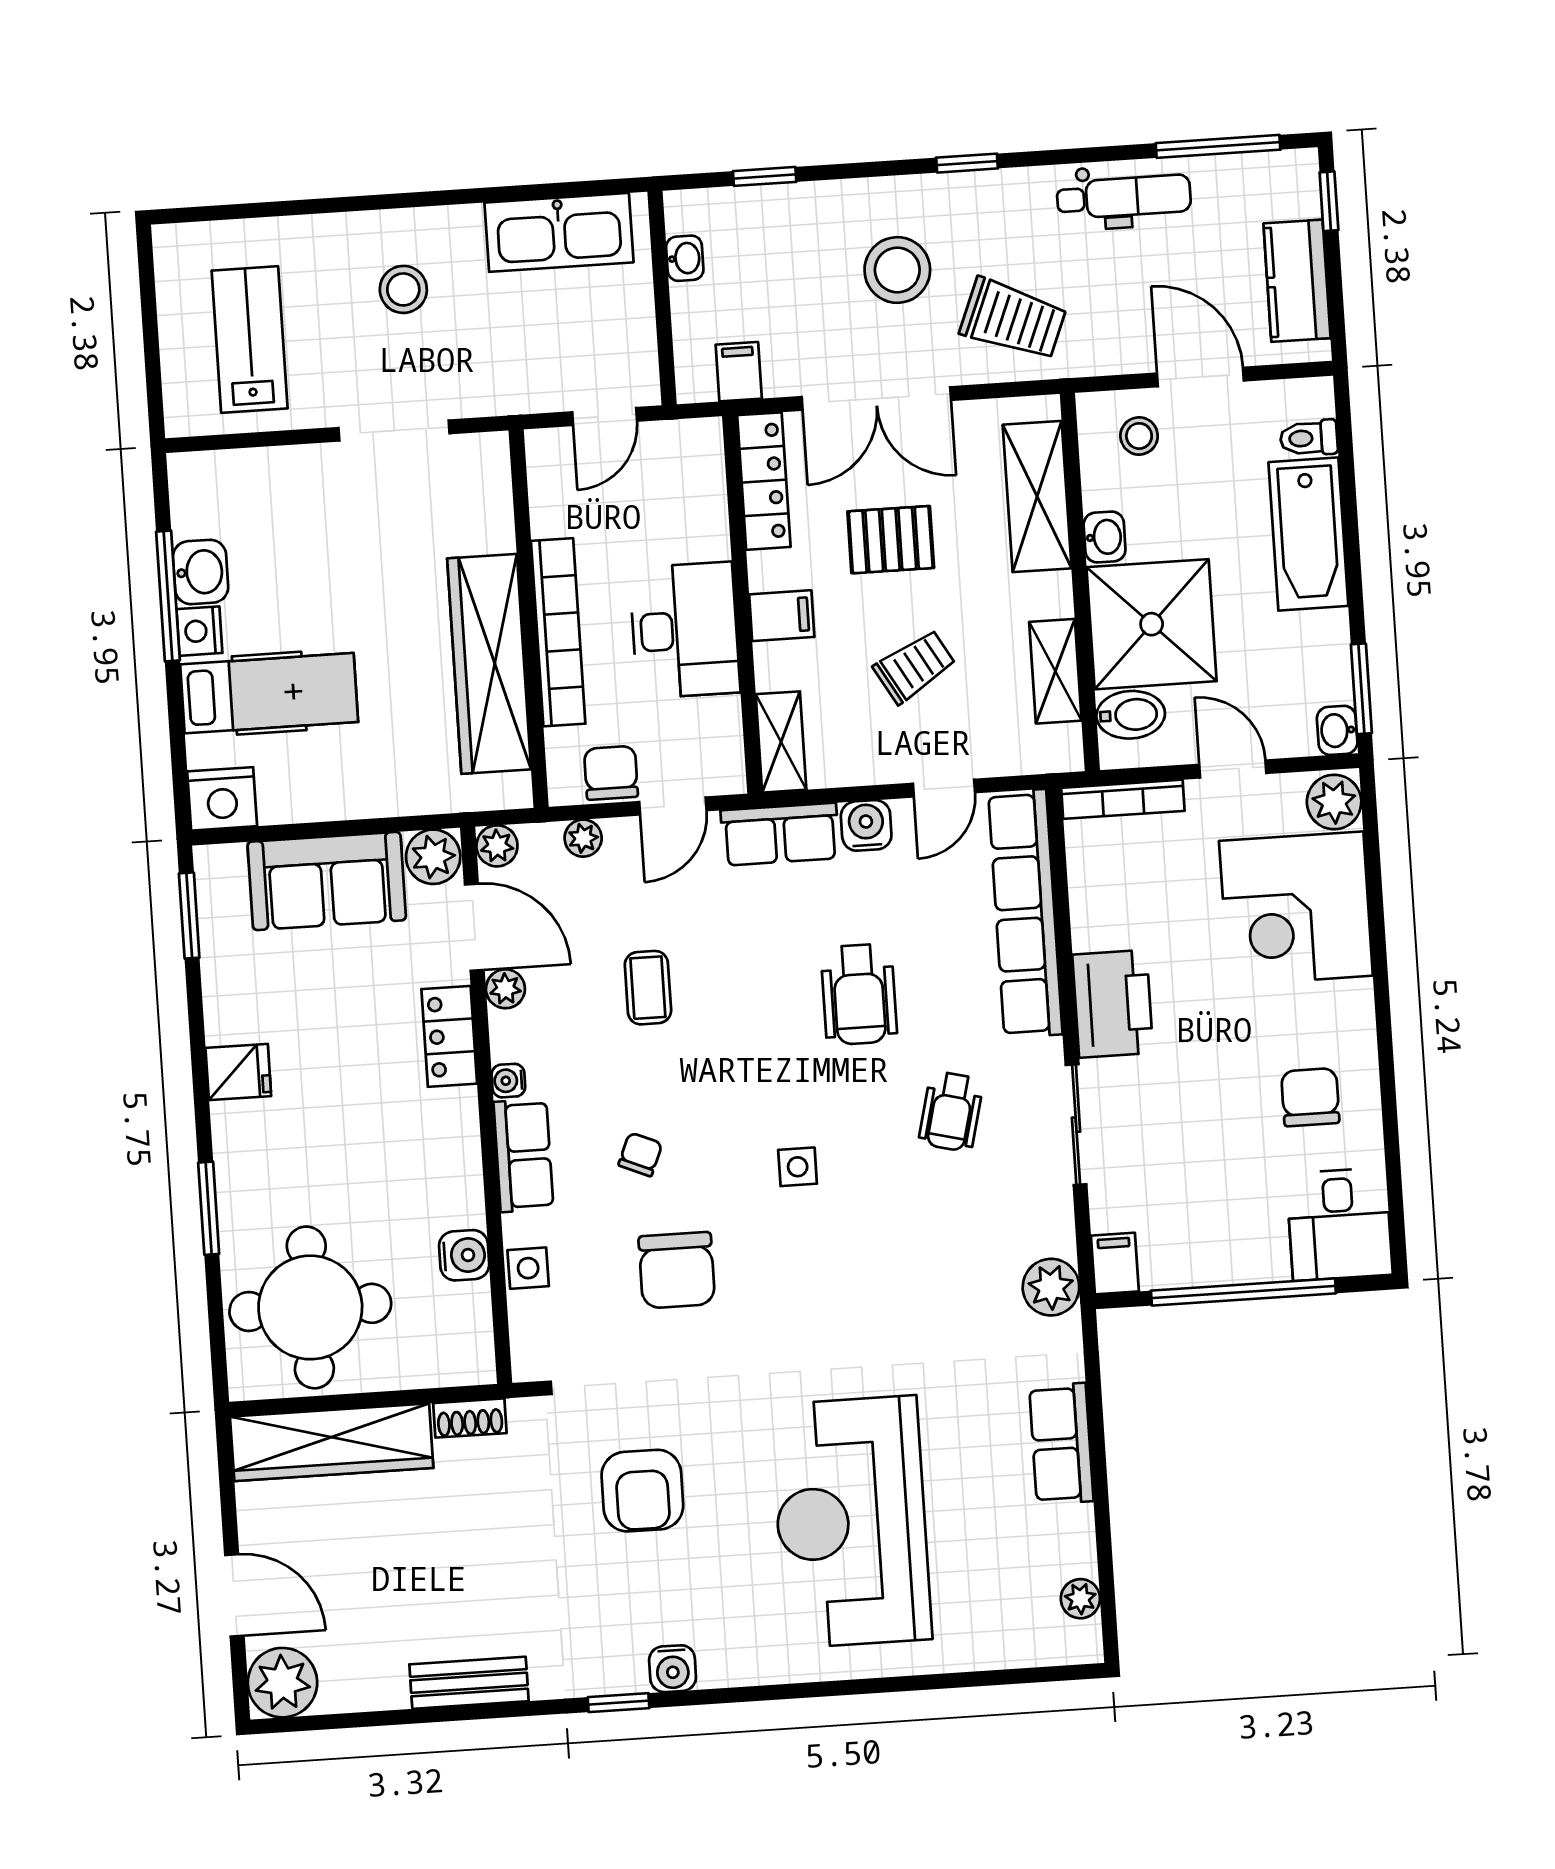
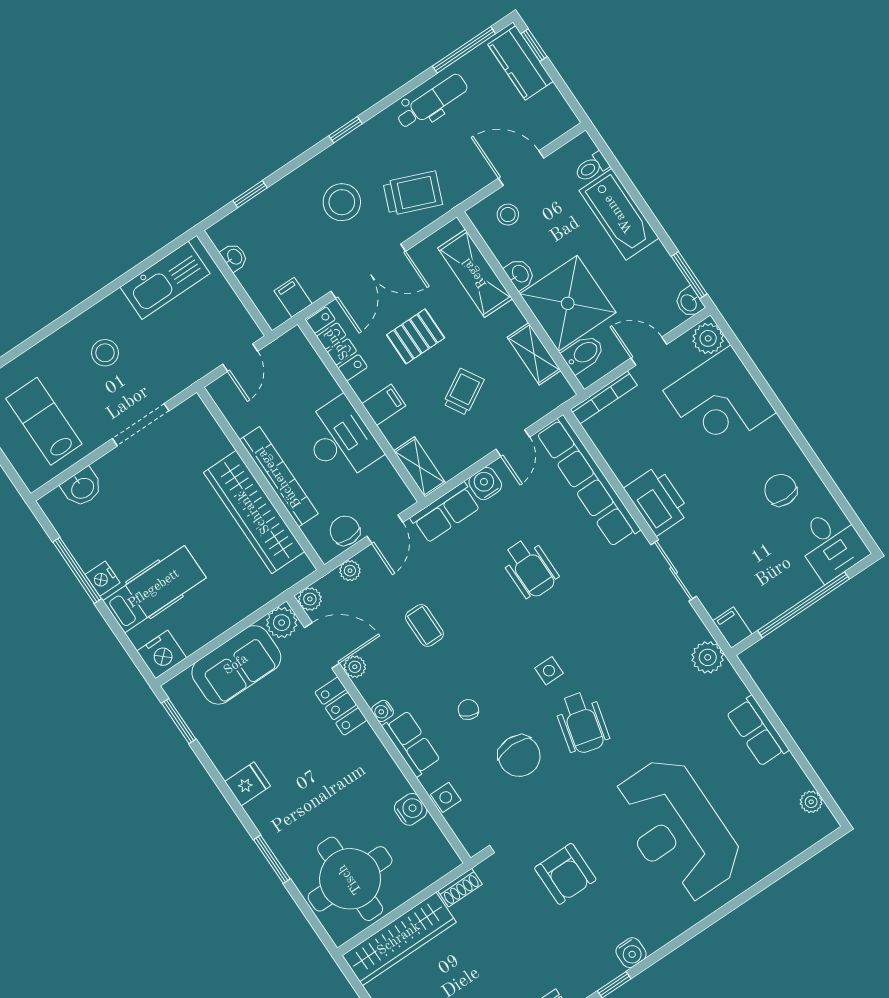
kitchen counter: (1297, 281) -> (521, 63), moved
washbasin: (201, 572) -> (82, 488), moved, turned 90
wheelchair: (951, 1111) -> (582, 723), moved, width x1.36, depth x1.37

